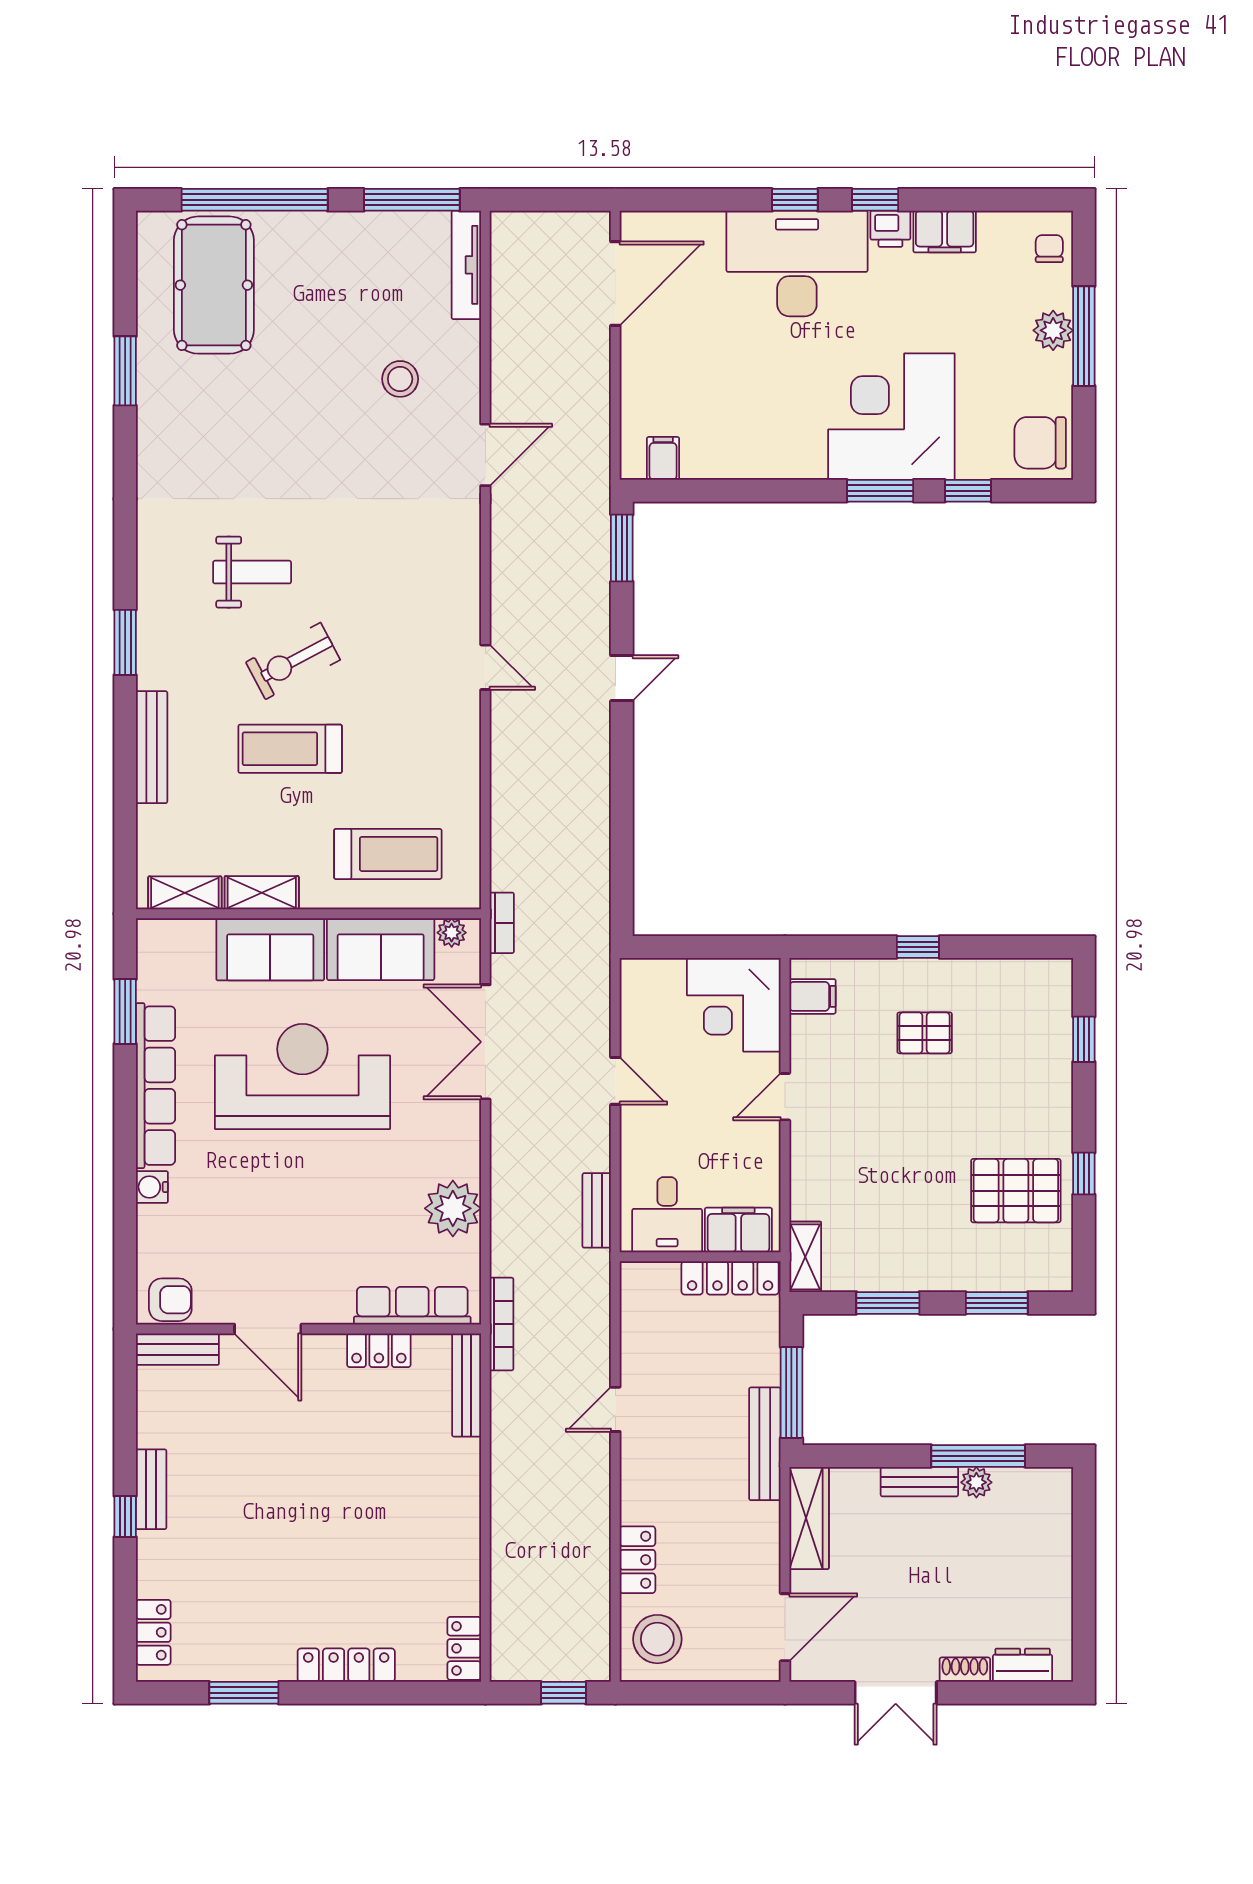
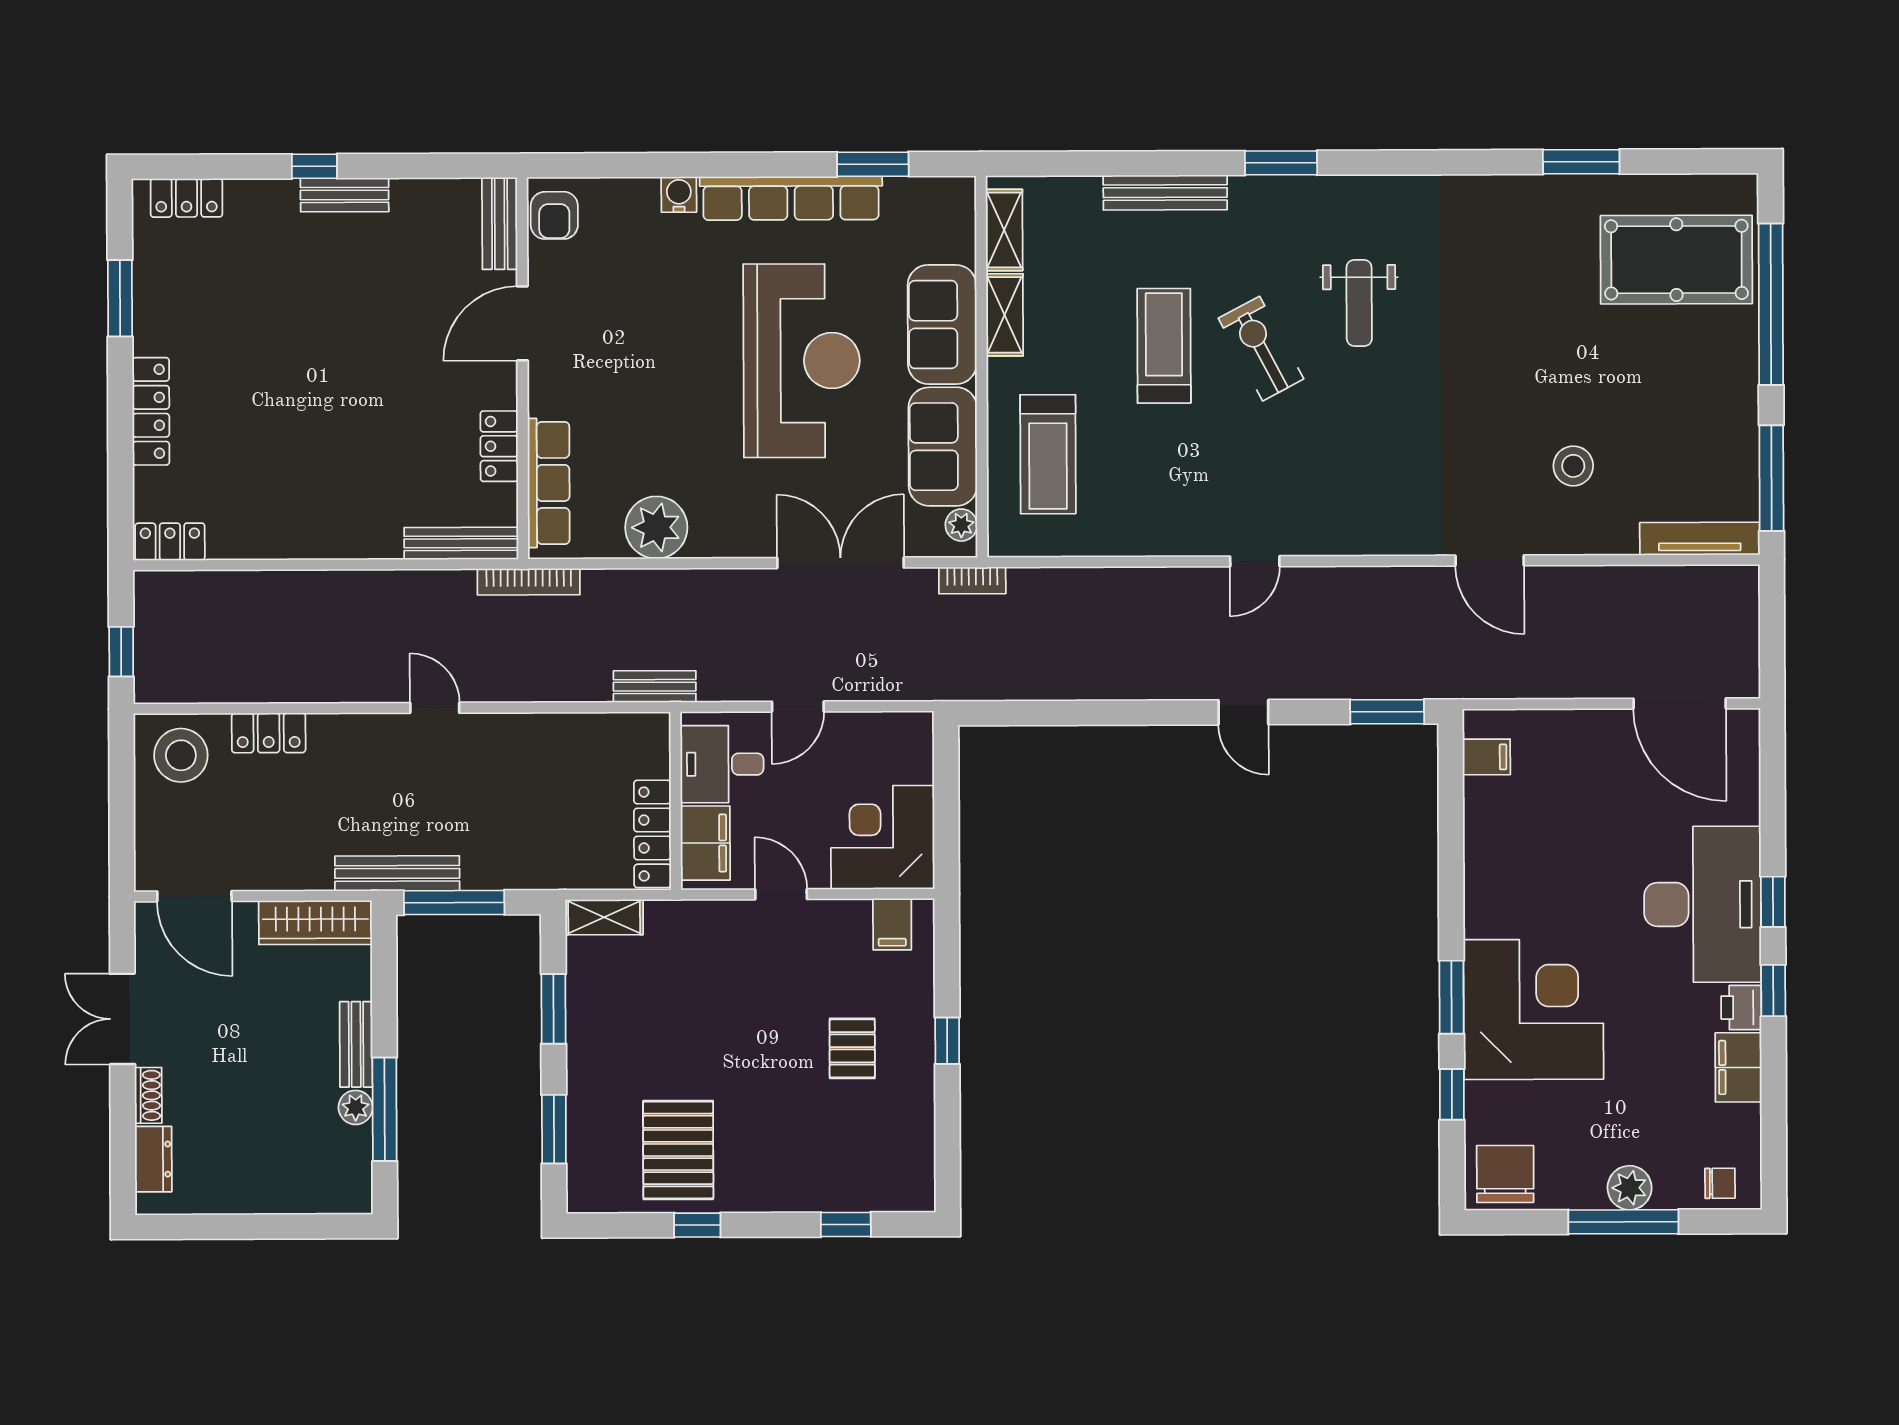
desk: (667, 1215) -> (722, 764), moved
filing cabinet: (738, 1230) -> (705, 843), moved
wall: (700, 1257) -> (676, 801), moved
locker: (730, 1278) -> (652, 834), moved

